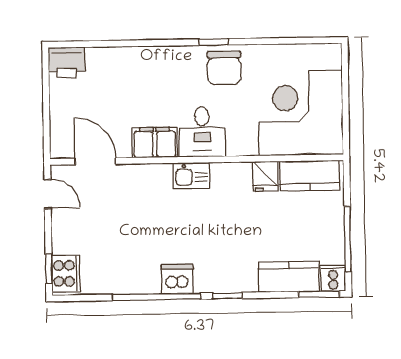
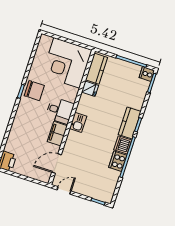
cooker: (66, 273) -> (118, 161), moved, turned -90
kitchen counter: (289, 277) -> (130, 123), moved

